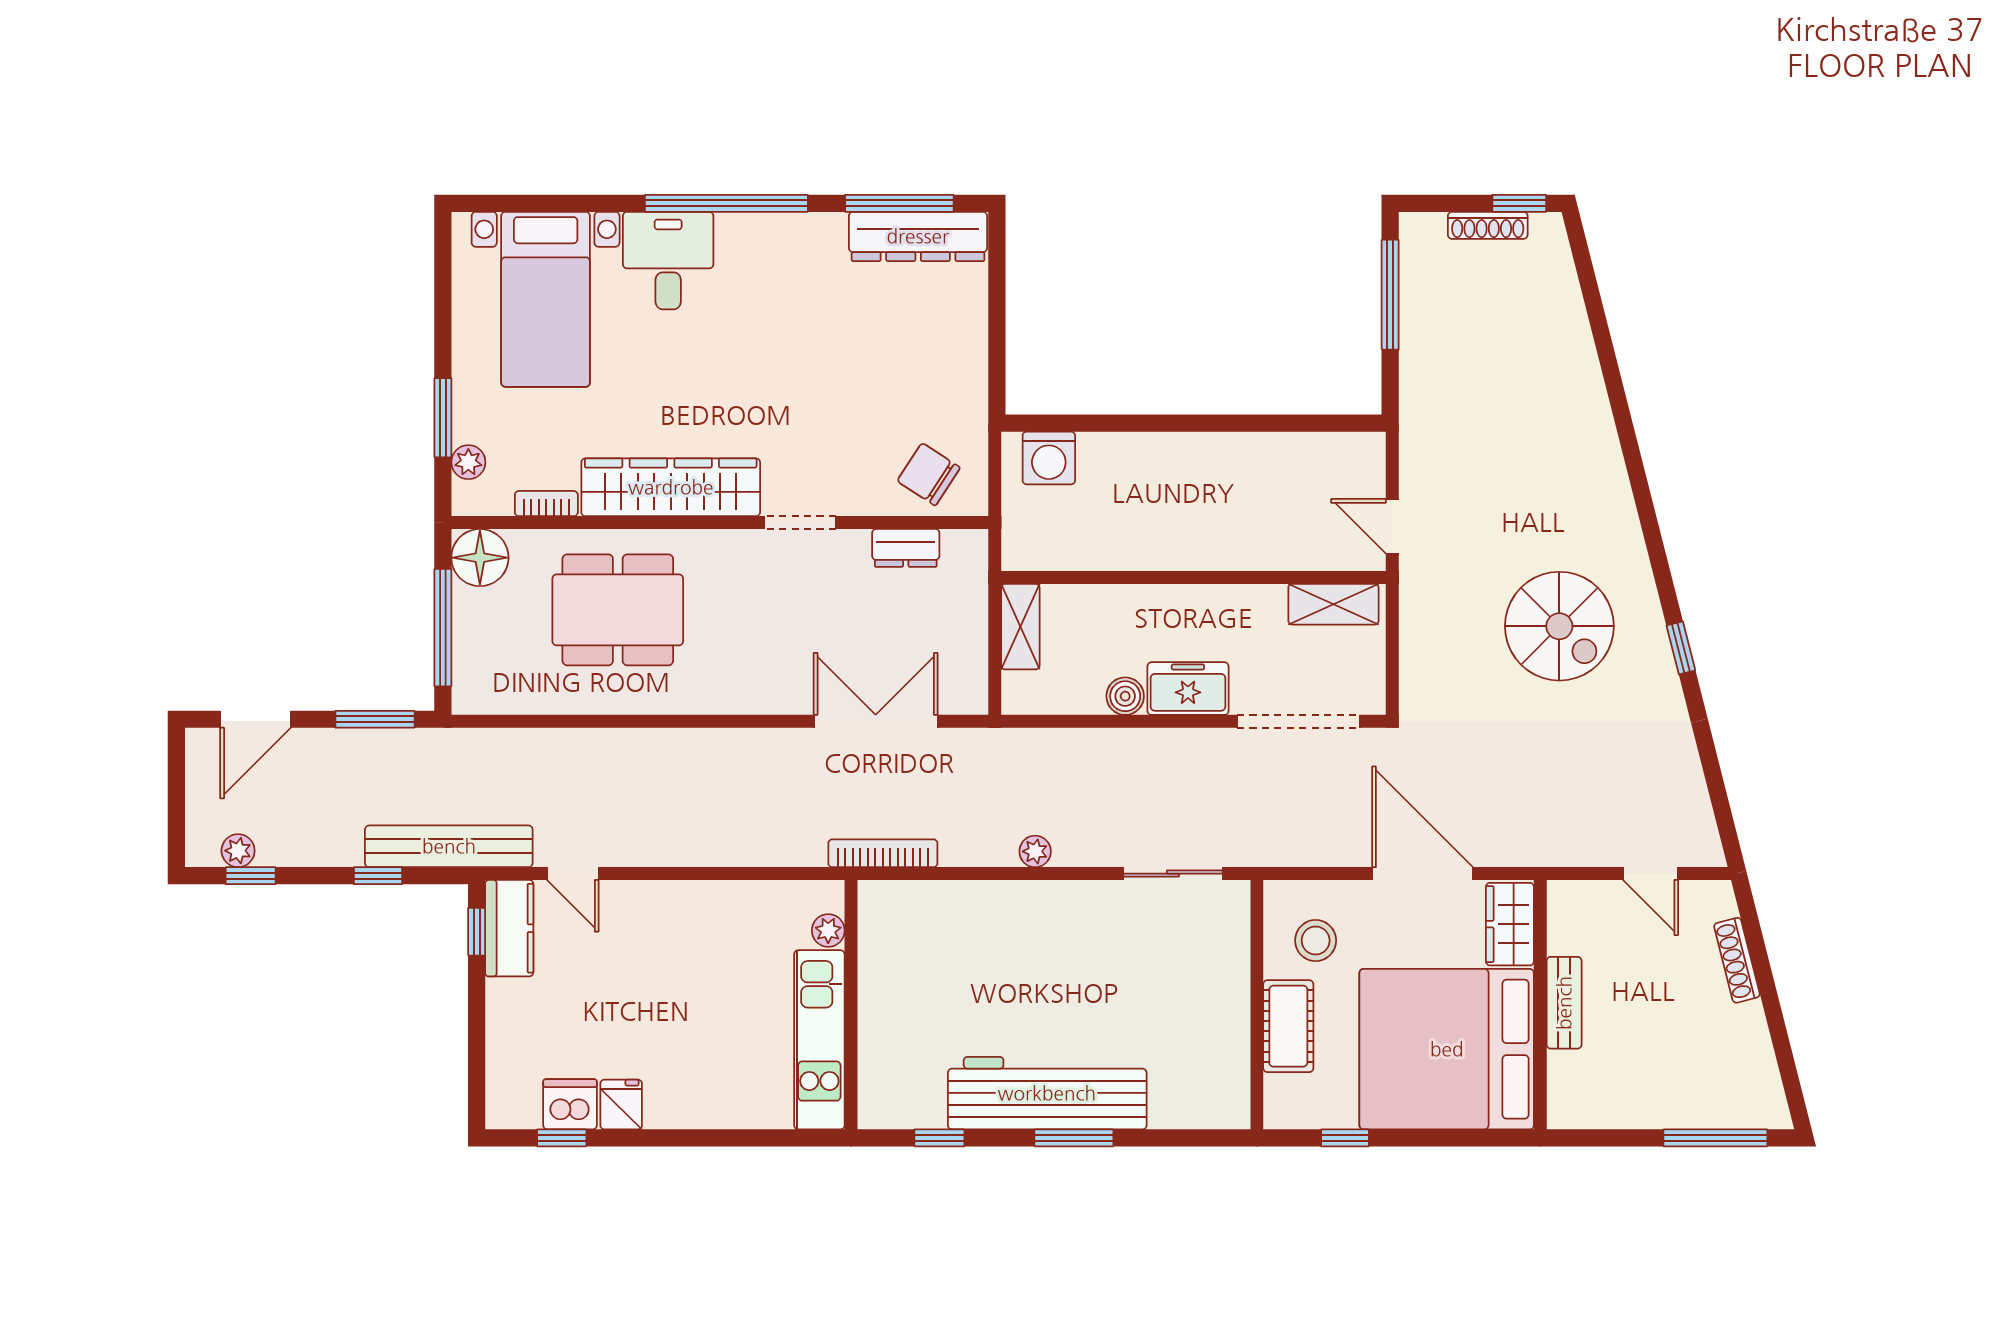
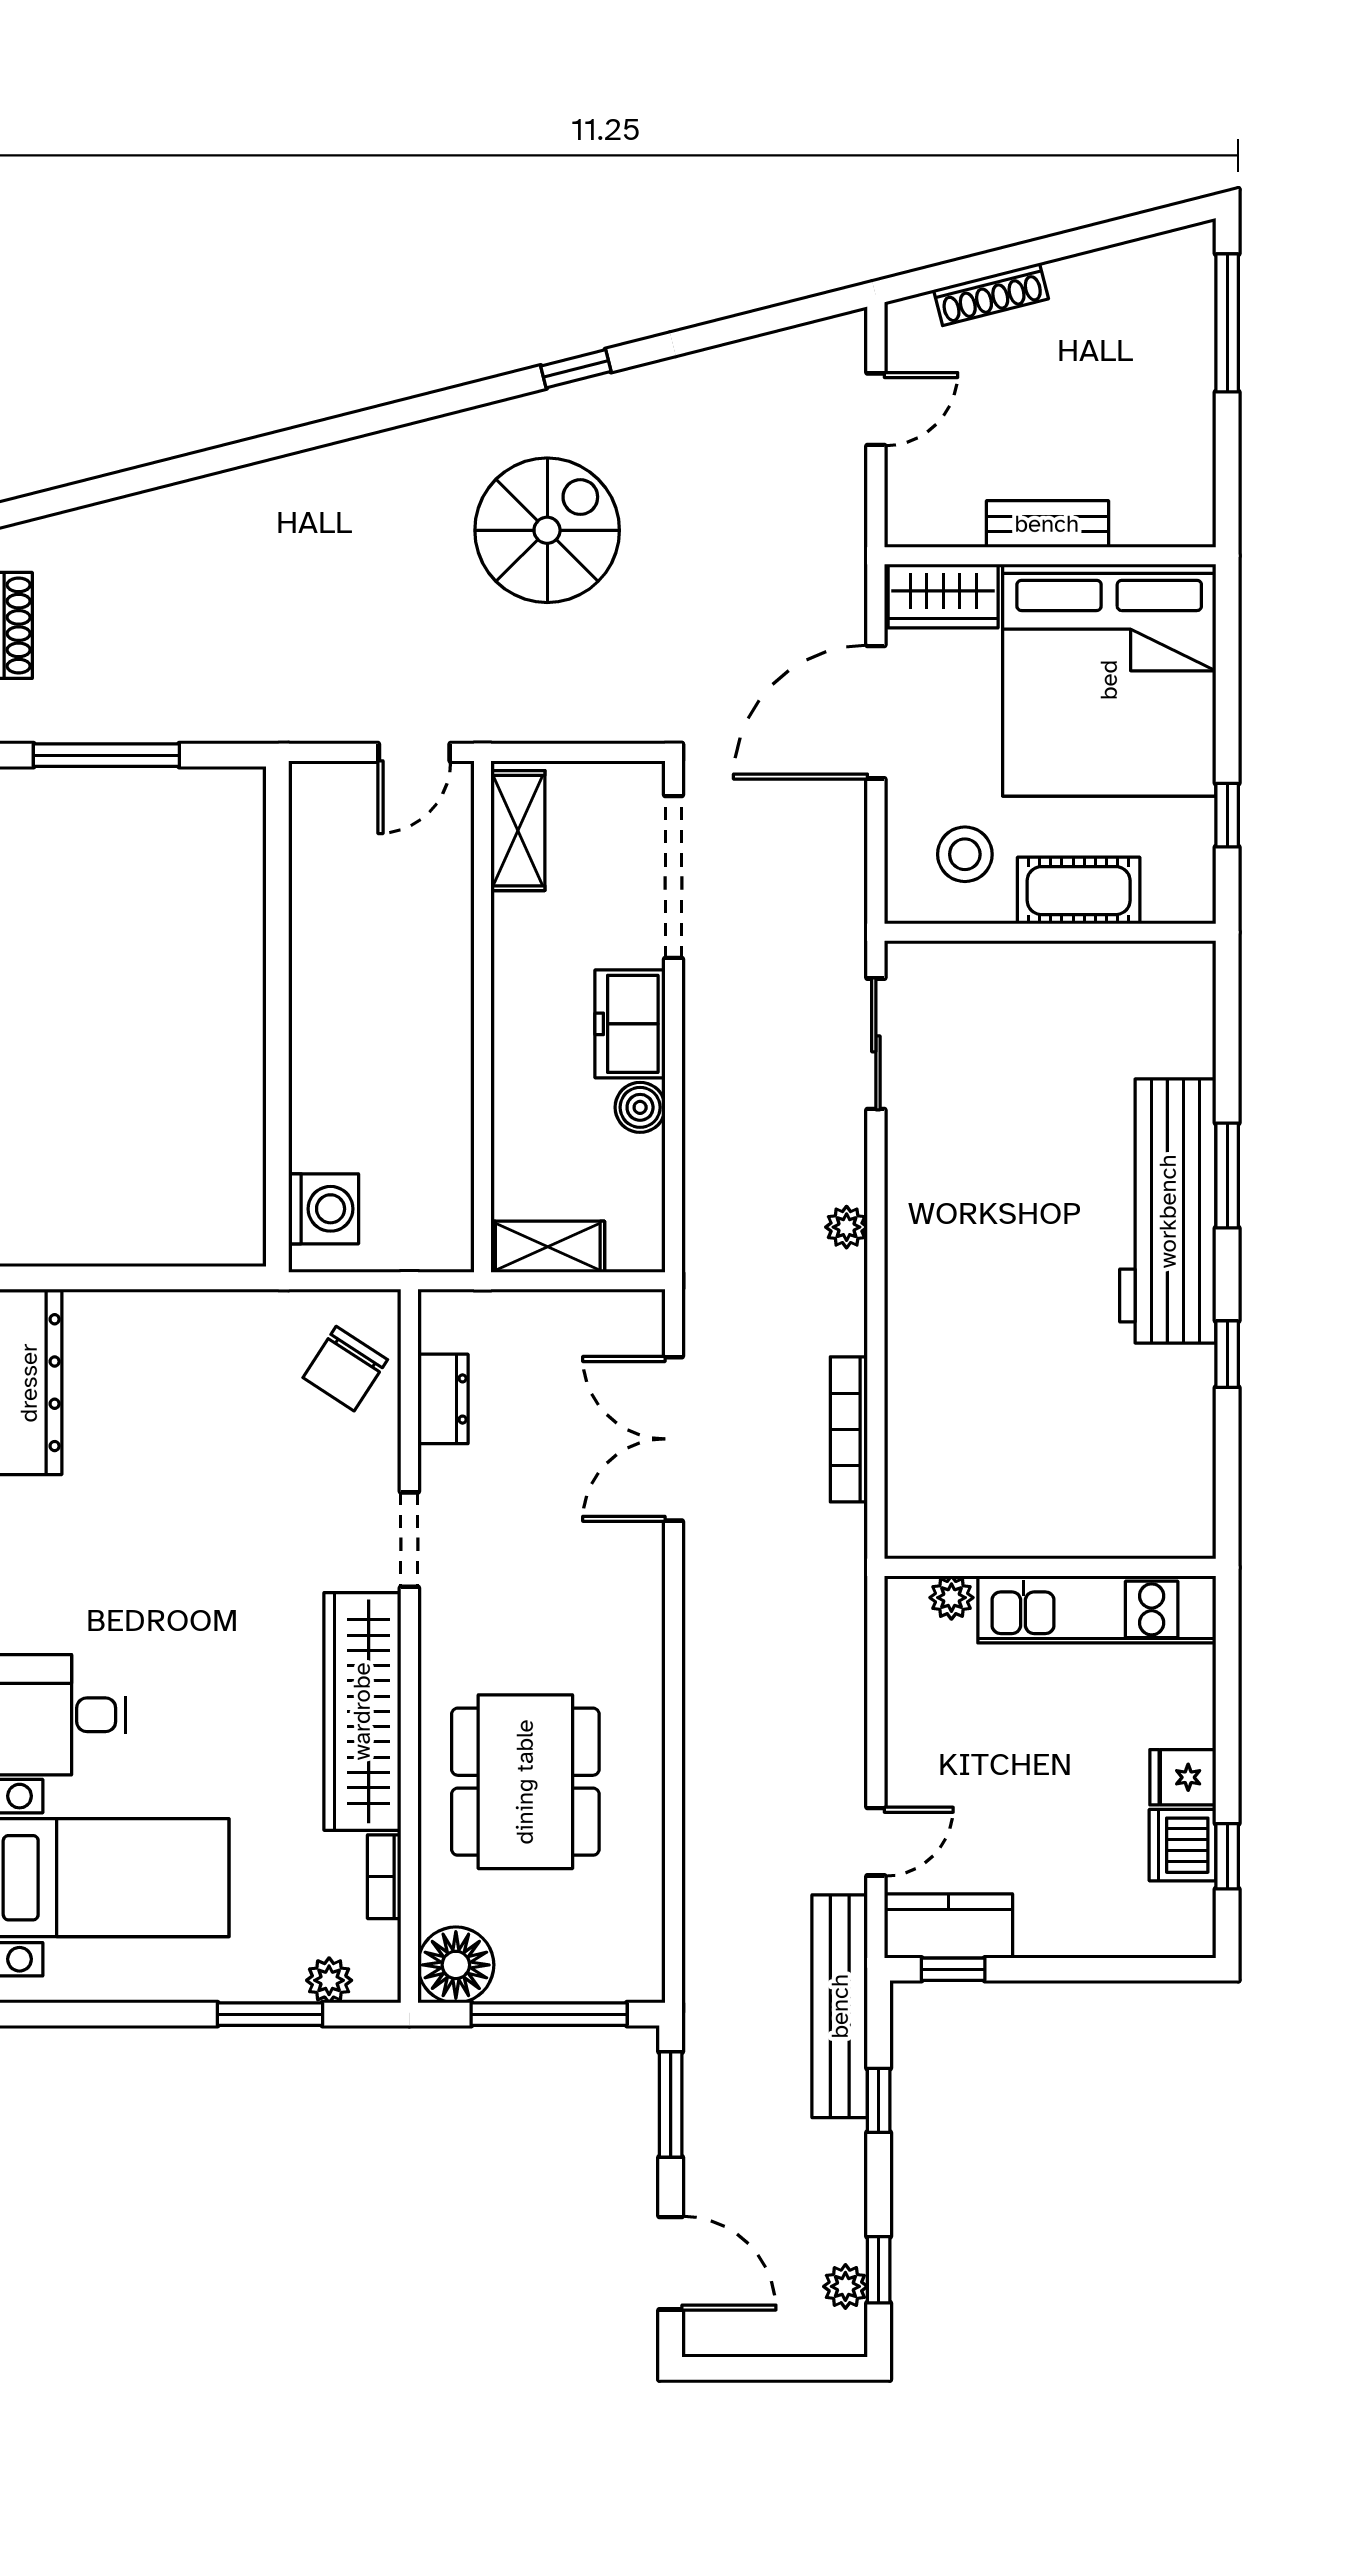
plant: (828, 930) -> (951, 1598), moved
wall: (851, 1005) -> (1050, 1567), moved
kitchen unit: (819, 1040) -> (1097, 1609), moved

